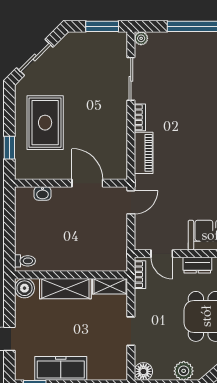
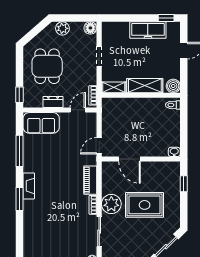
plant: (113, 119) -> (111, 204), added
rug: (45, 123) -> (145, 205), moved, turned 90
washbasin: (43, 193) -> (174, 152), moved
door: (162, 254) -> (78, 110), hinge flipped

